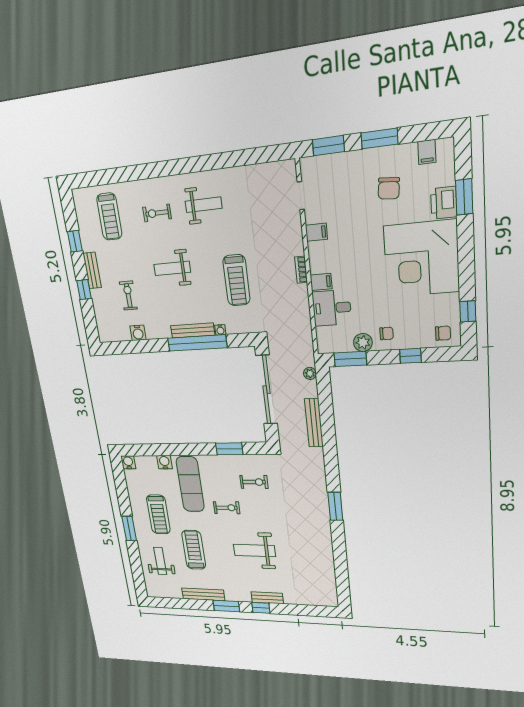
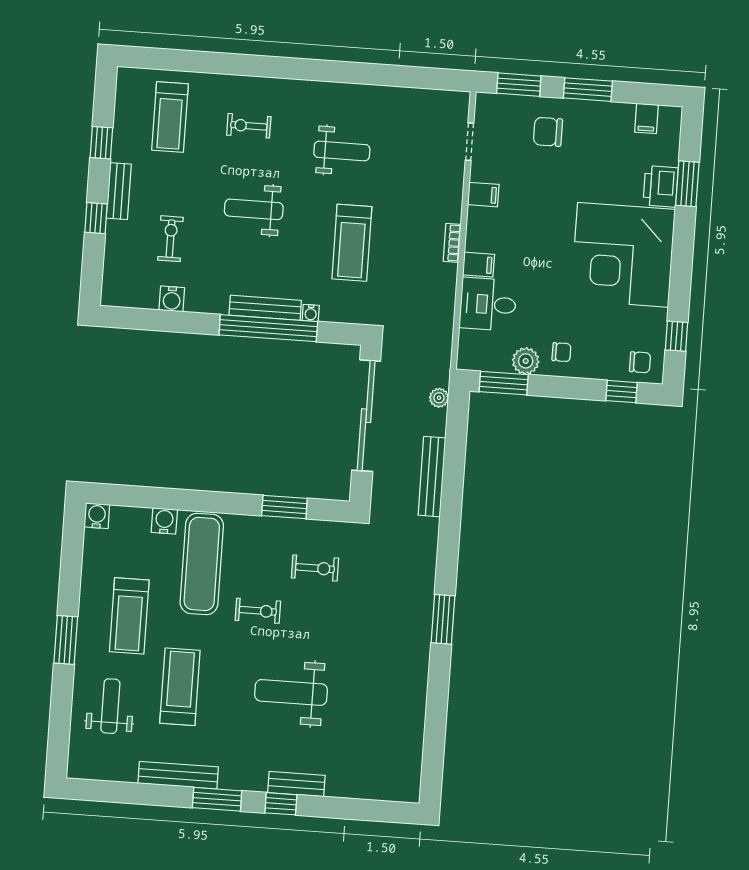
chair: (389, 188) -> (548, 132), moved, turned 85
weight bench: (204, 205) -> (342, 151), moved
window: (411, 356) -> (622, 392), moved

